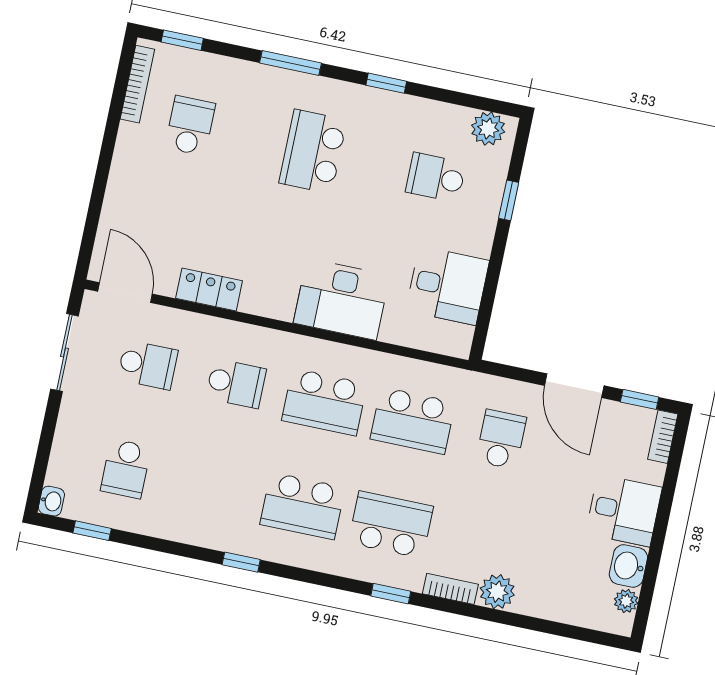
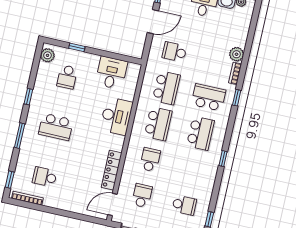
locker: (209, 290) -> (112, 170), width x1.53
school desk: (391, 525) -> (209, 97), turned 90

